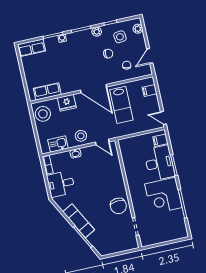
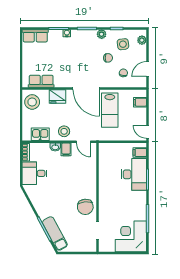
filing cabinet: (87, 153) -> (66, 149), added
corner desk: (163, 196) -> (131, 236), moved, turned 90
exam couch: (79, 221) -> (55, 233), moved

